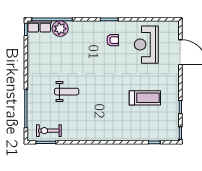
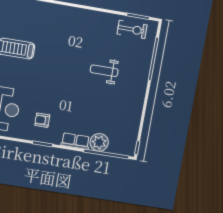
row of seats: (39, 26) -> (75, 141), moved

